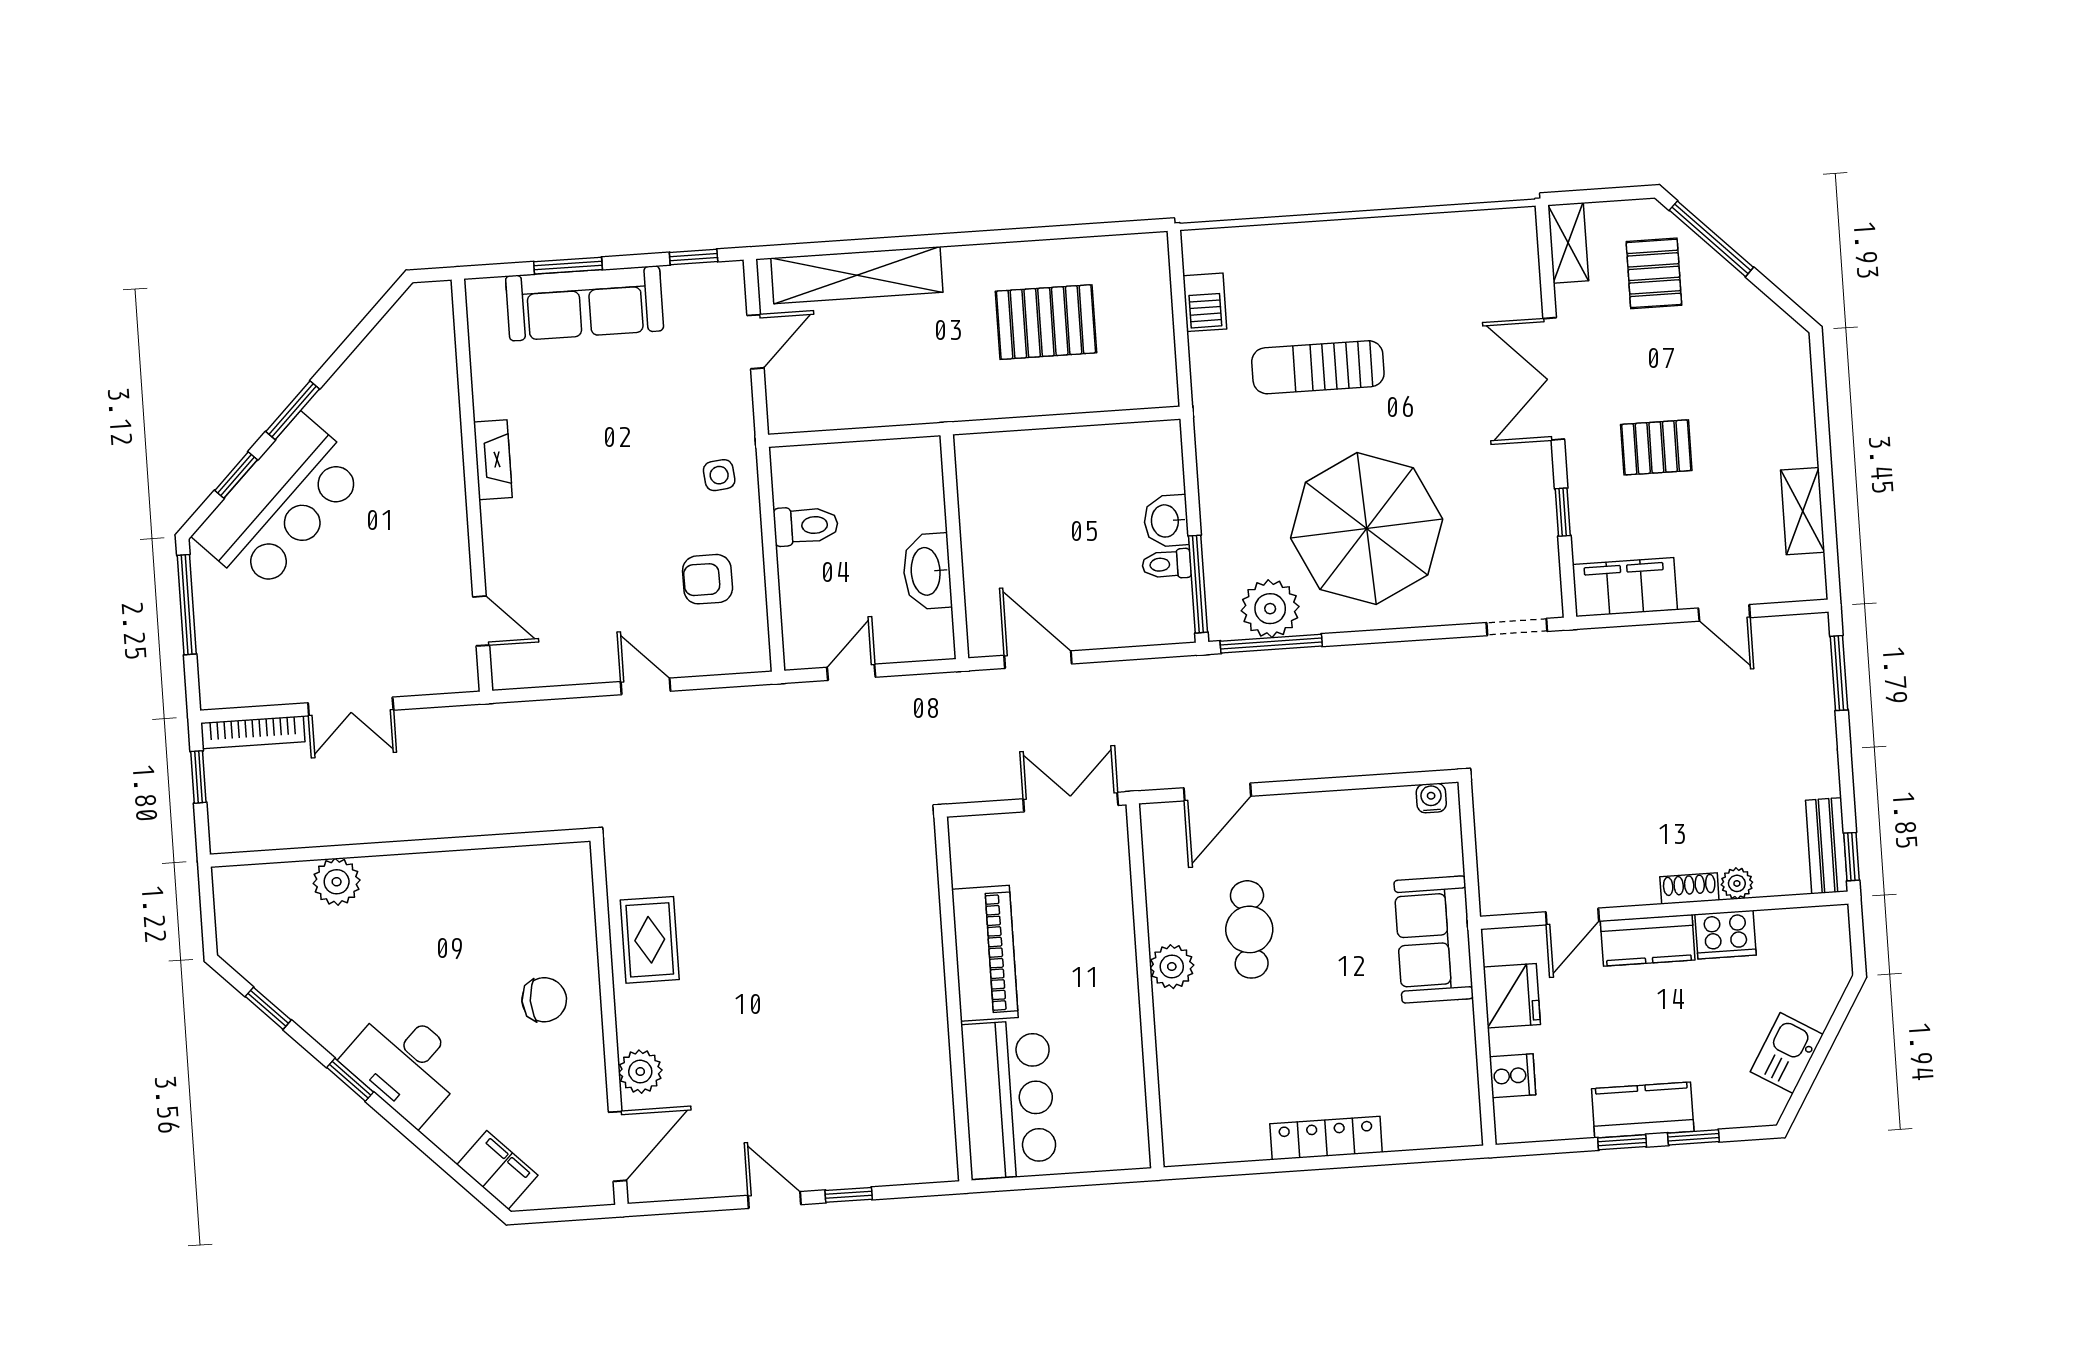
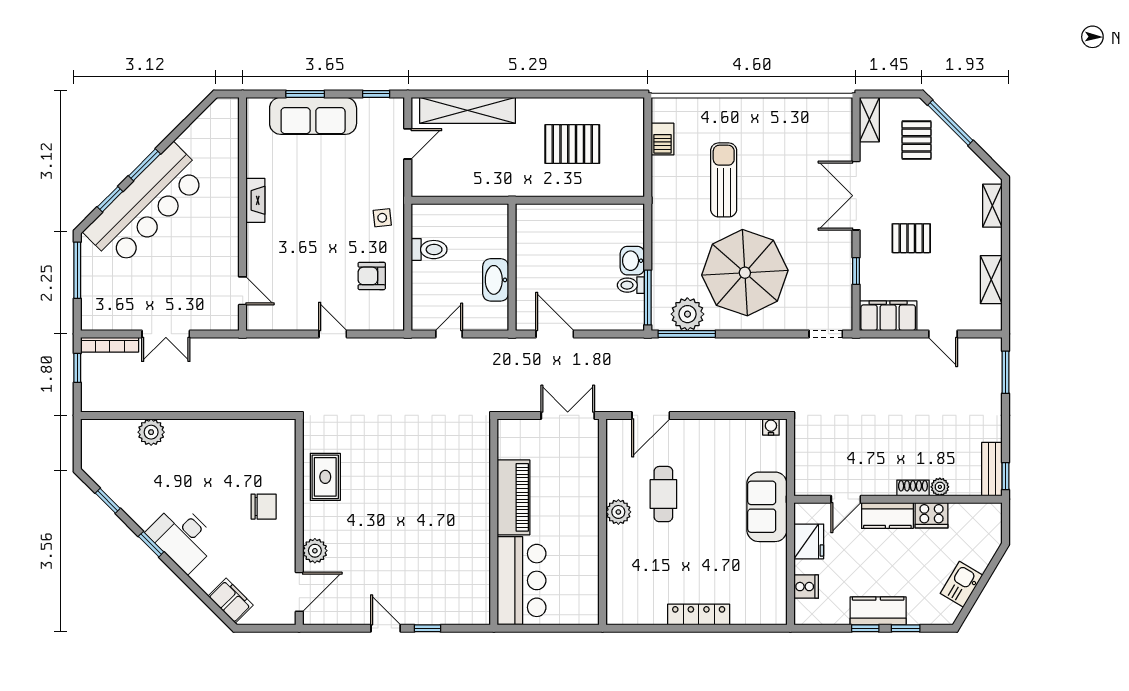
sun lounger: (1318, 367) -> (724, 180), turned 90
shelving: (1796, 380) -> (992, 206), added
bar counter: (280, 504) -> (146, 205), width x1.36

